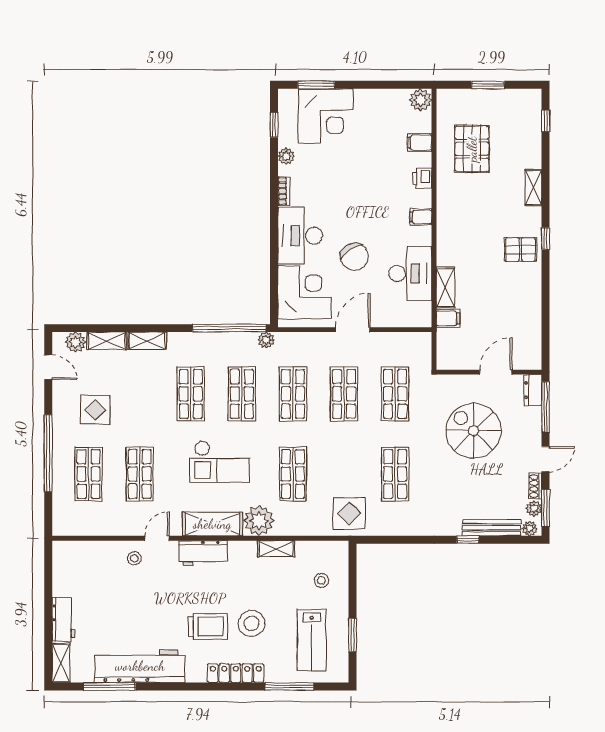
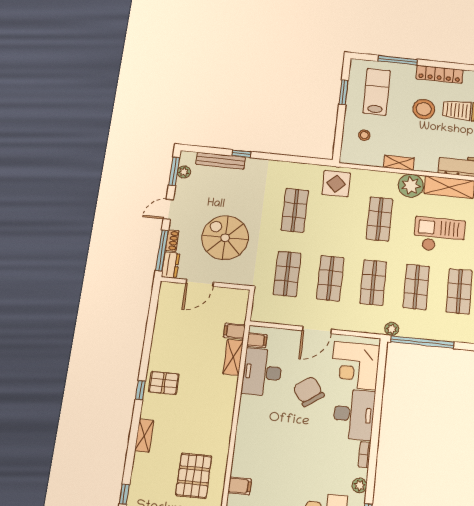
printer: (422, 178) -> (241, 454), removed
filing cabinet: (421, 217) -> (257, 340), moved
spiral stairs: (474, 431) -> (225, 238), turned 180
shoe rack: (535, 486) -> (172, 241), moved
plant: (530, 529) -> (190, 157), removed

